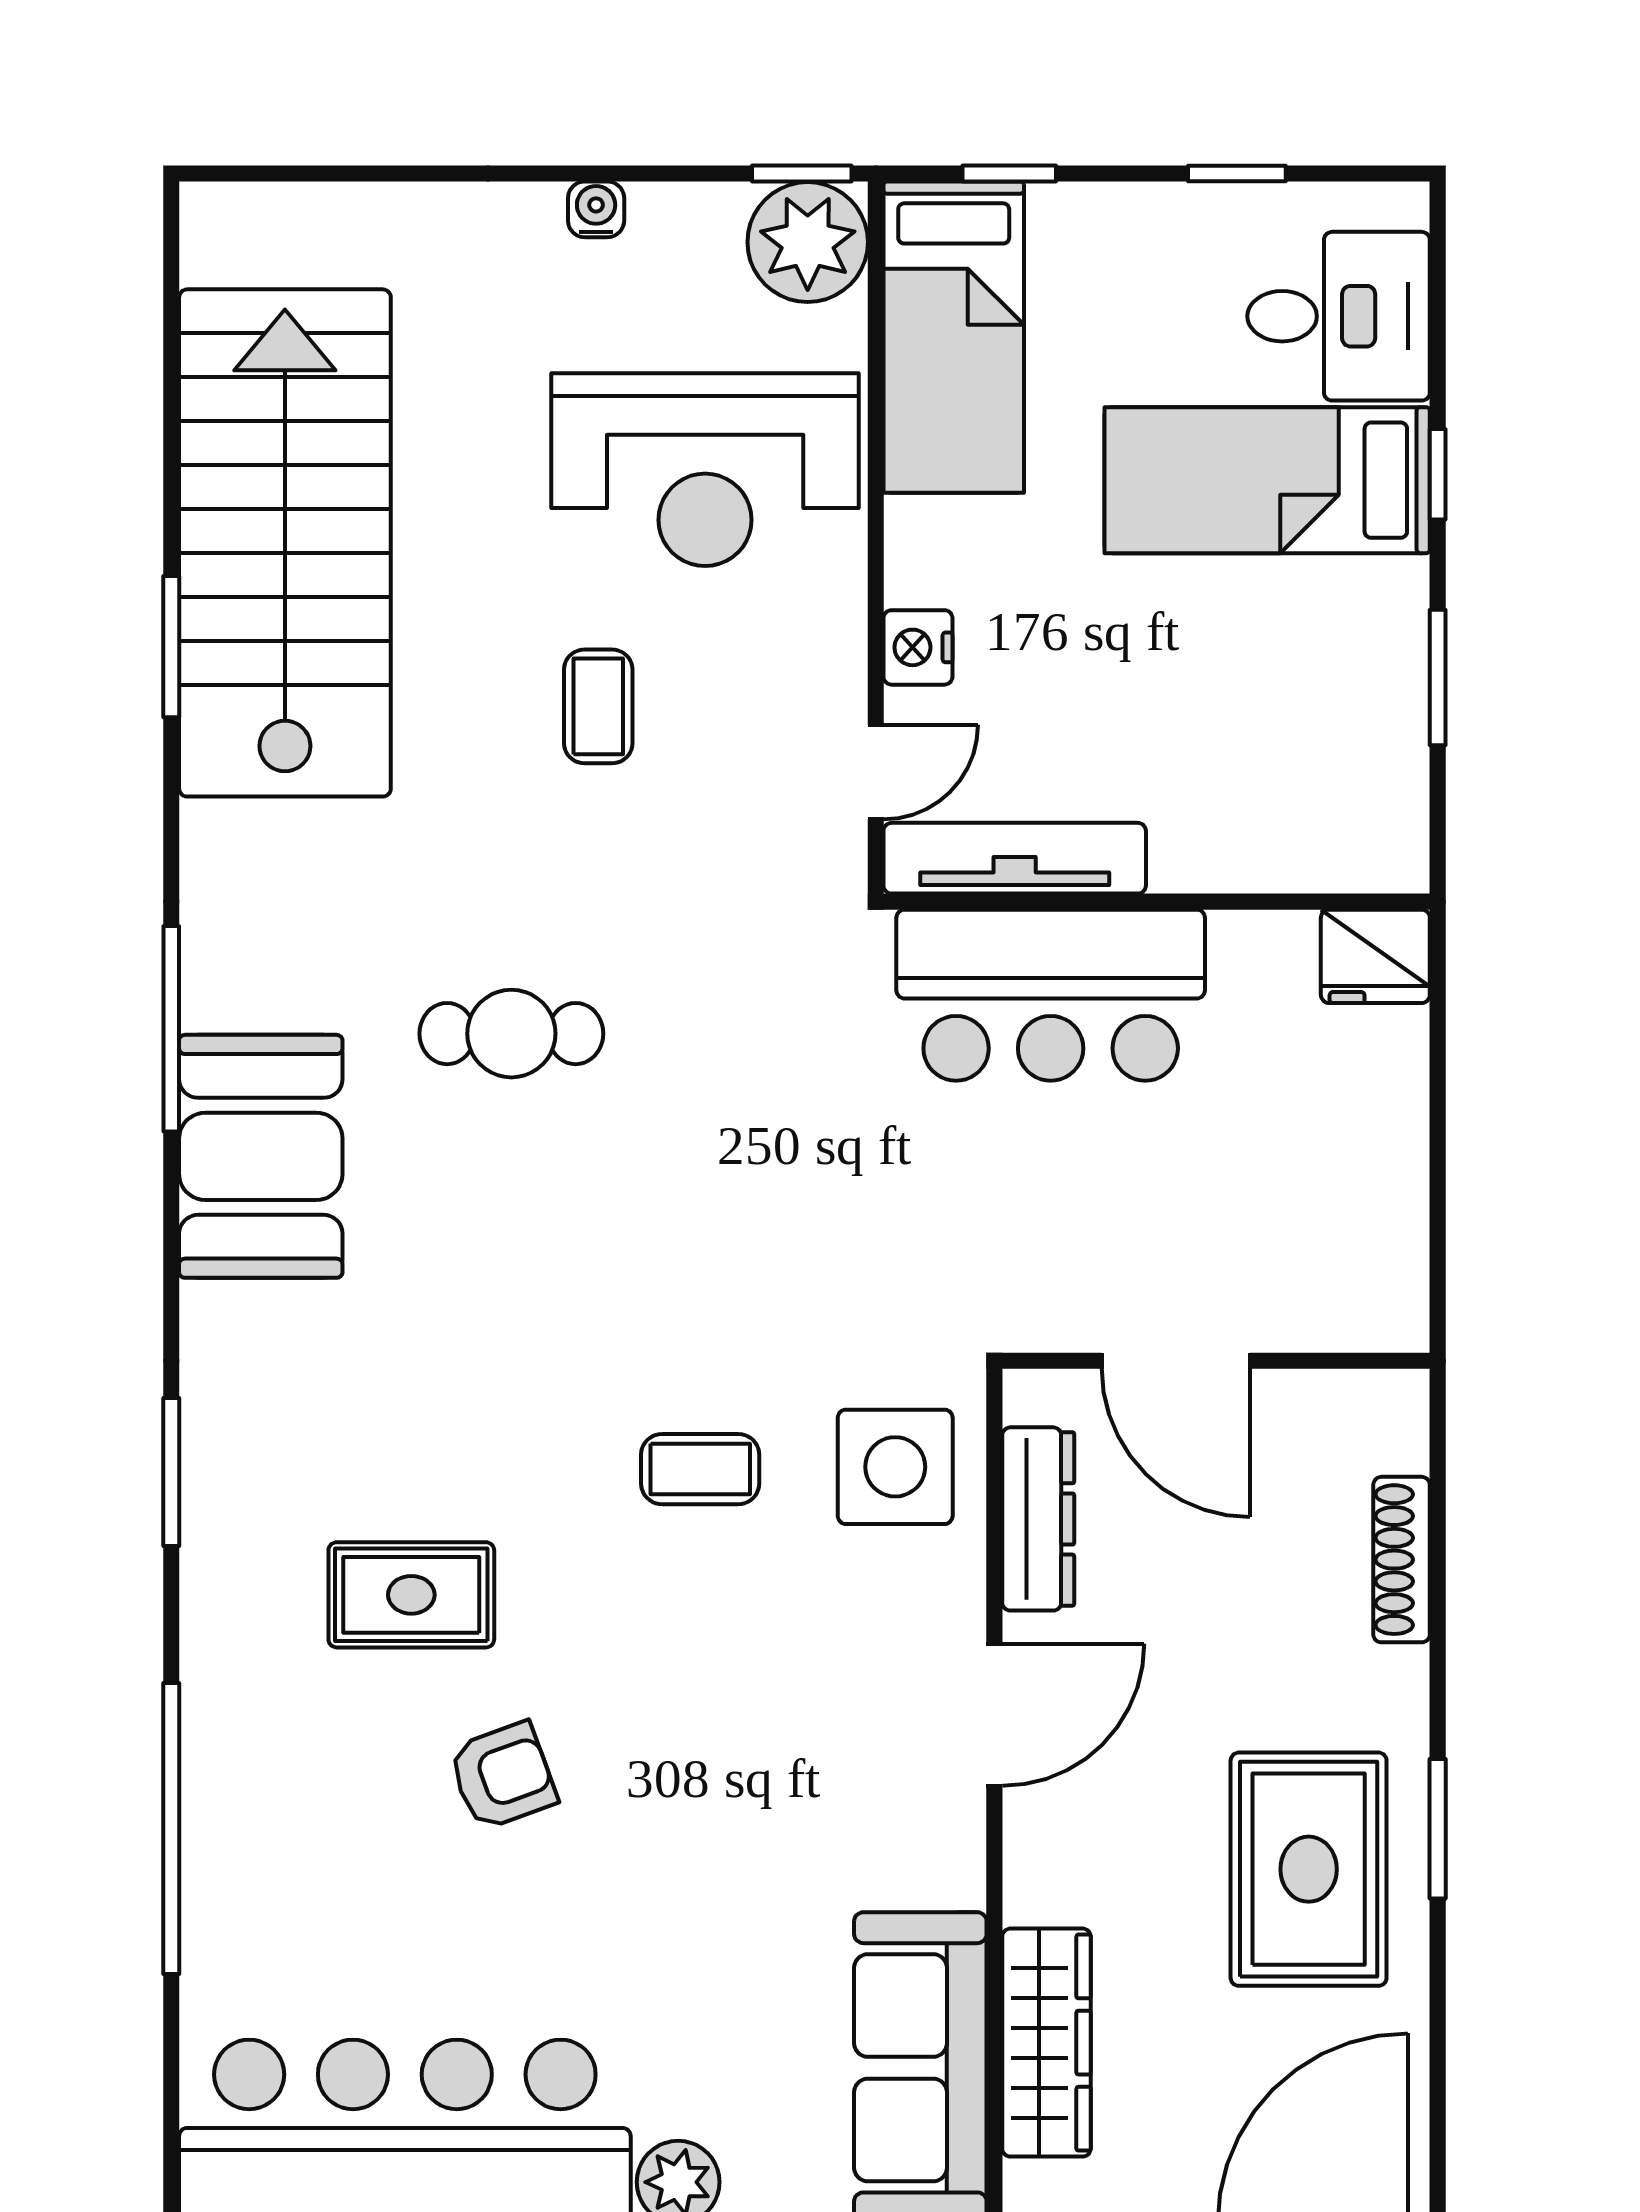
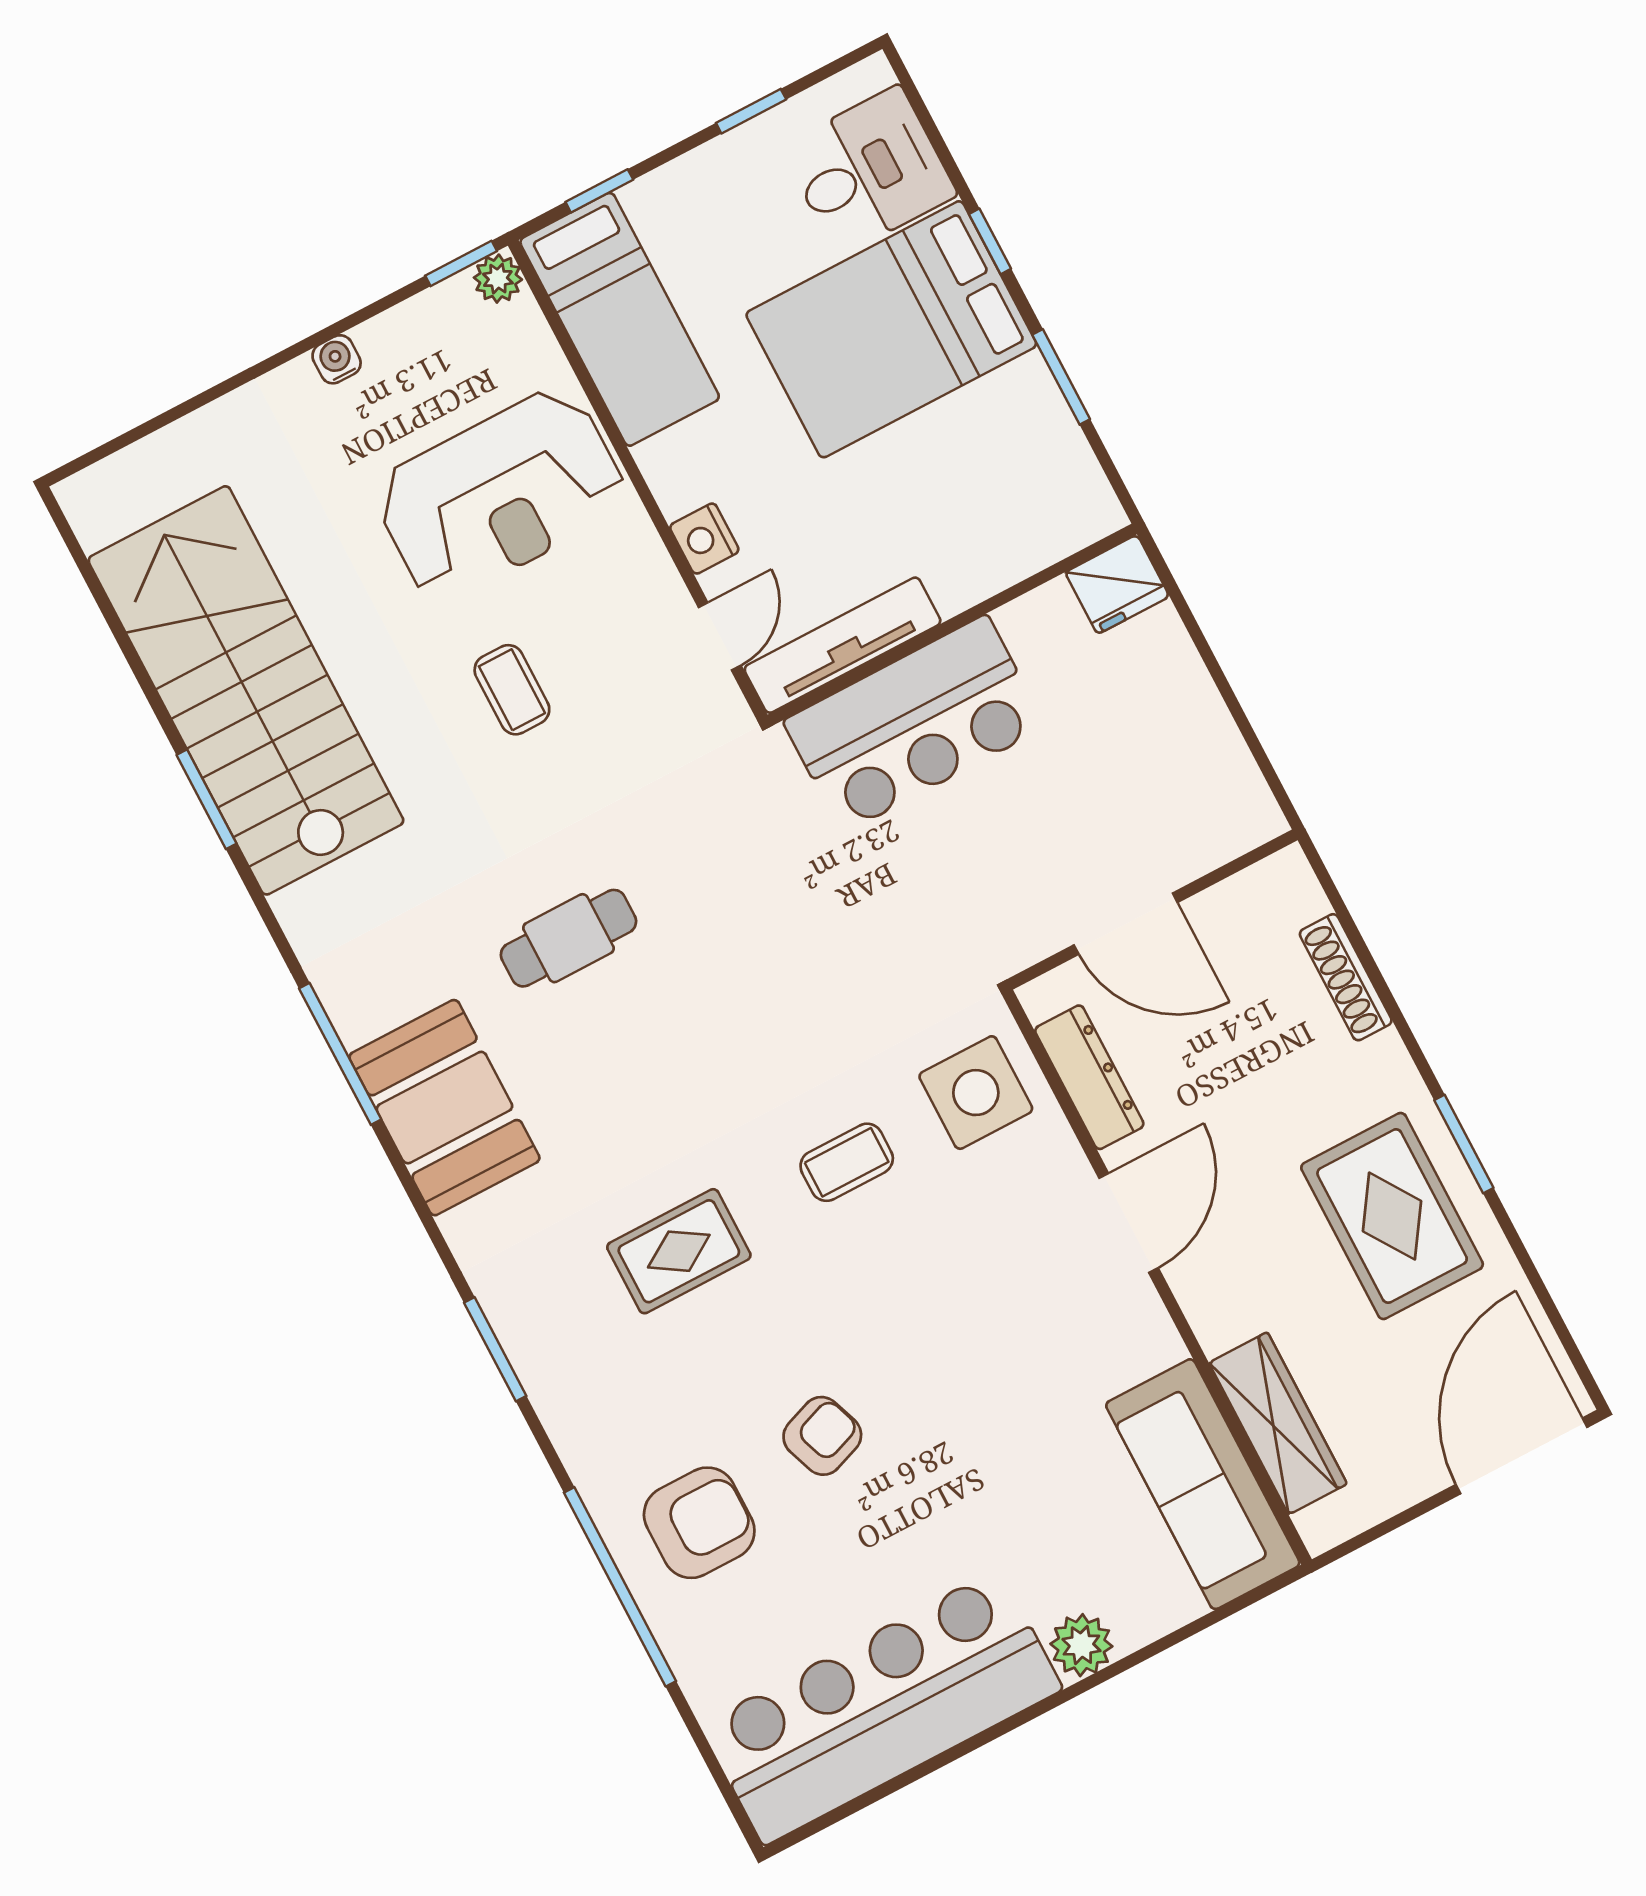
plant: (808, 242) -> (498, 279), width x0.53, depth x0.53
bed: (1267, 480) -> (891, 329), width x1.50
rug: (411, 1595) -> (679, 1251), moved
armchair: (304, 1802) -> (699, 1523), added

